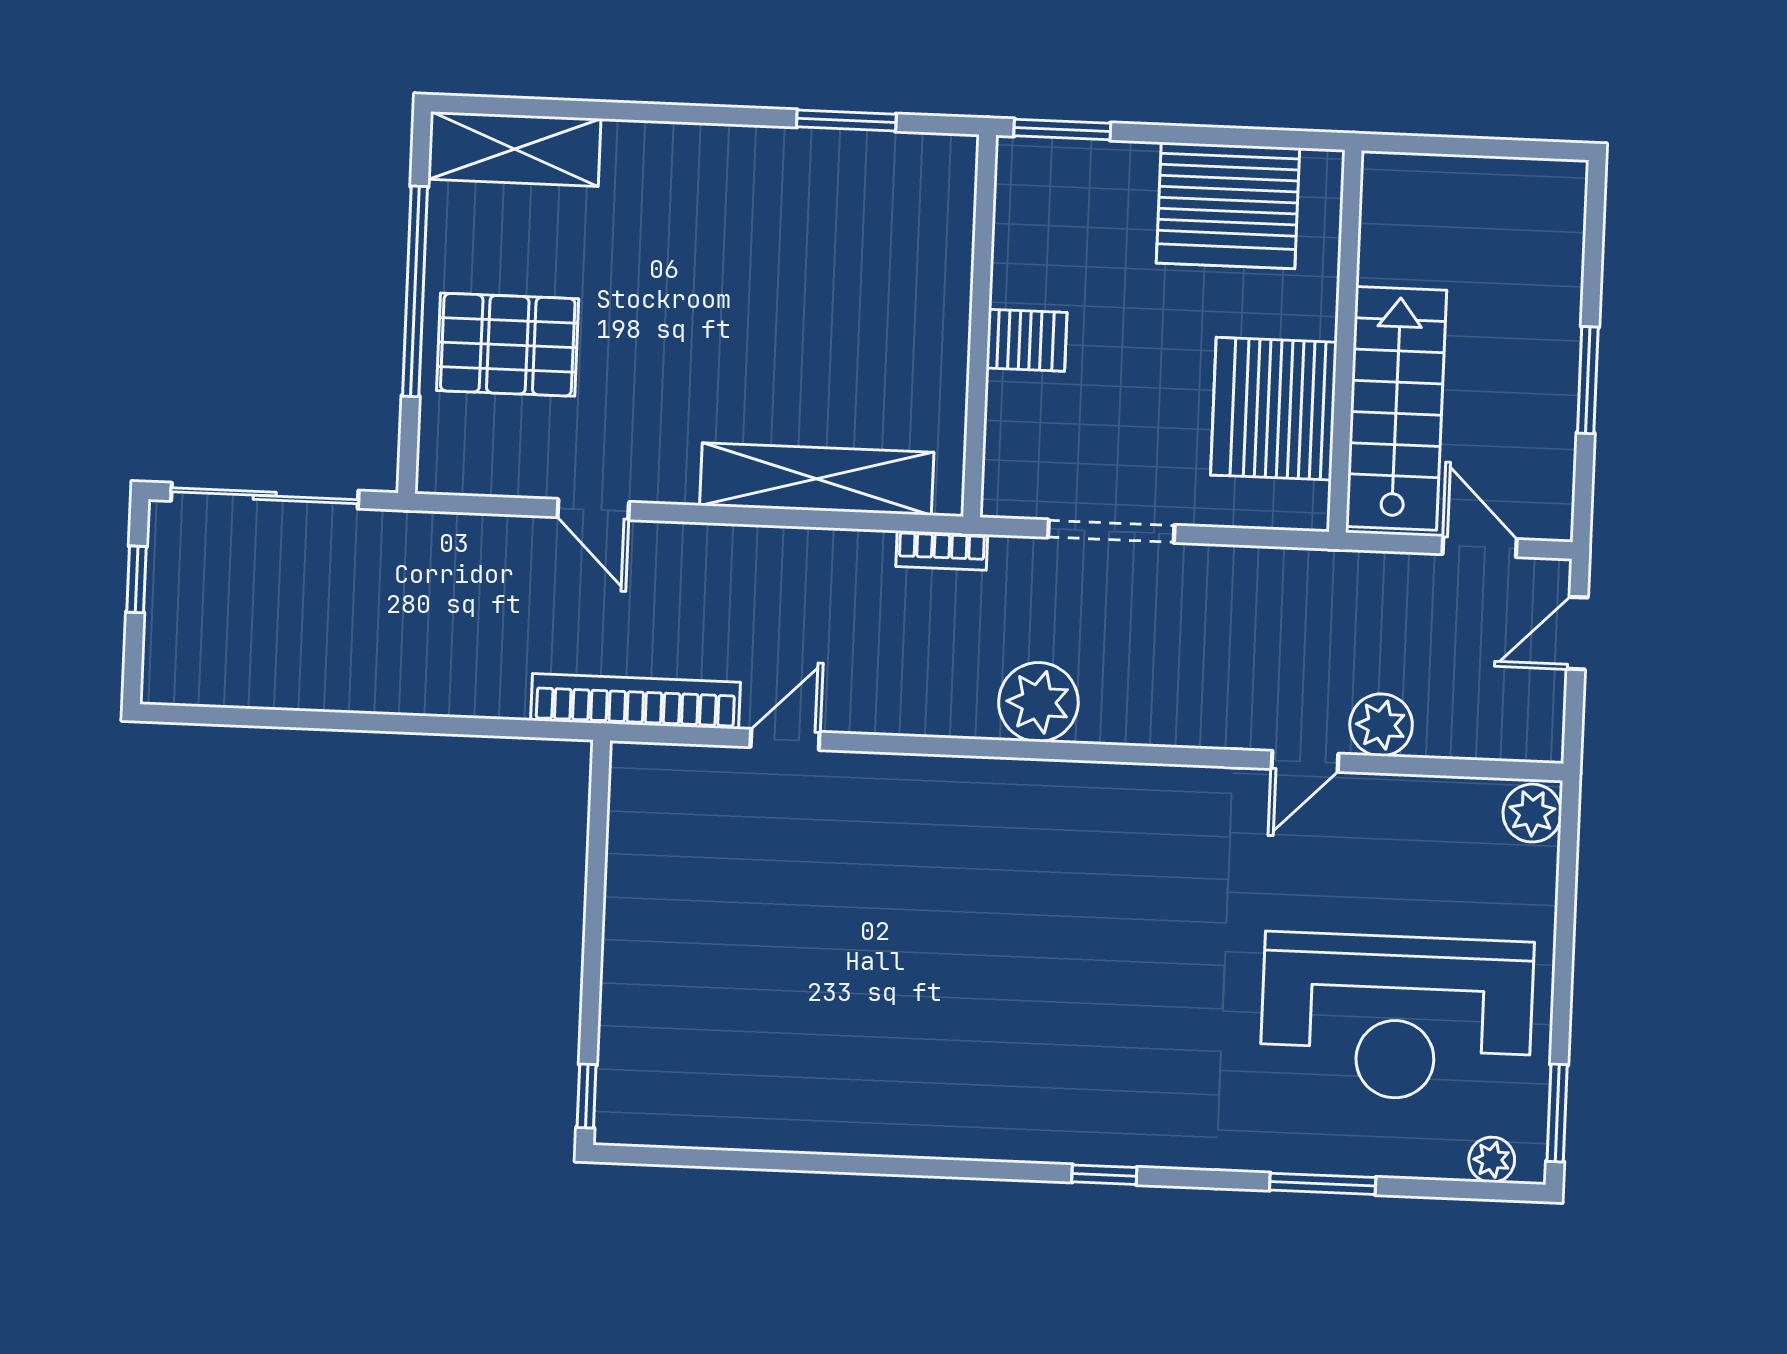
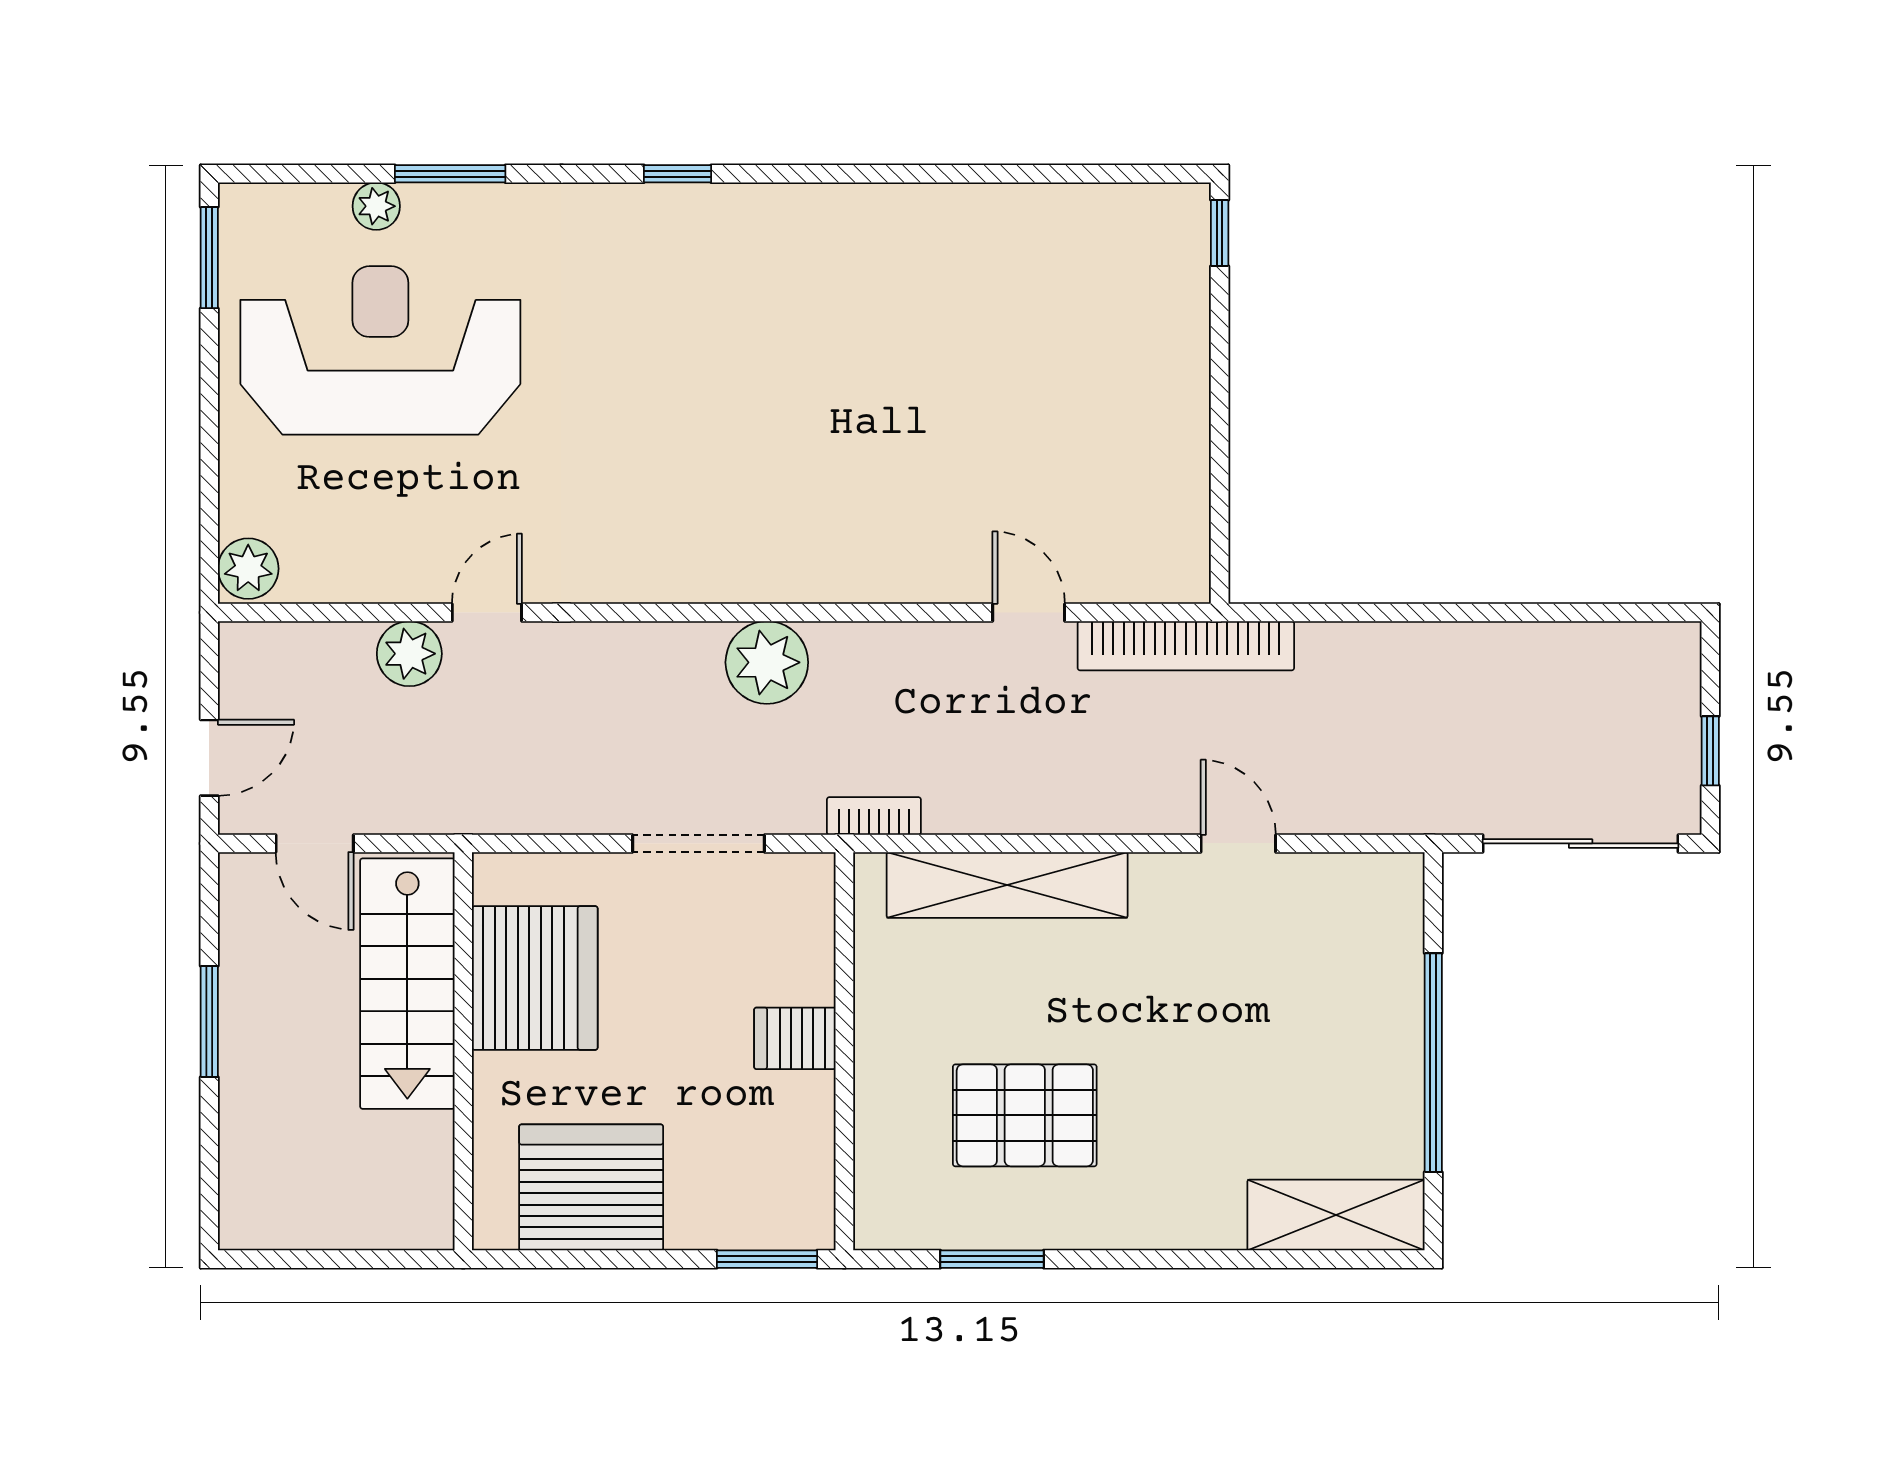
pallet: (508, 345) -> (1025, 1115), moved
door: (785, 740) -> (1029, 613), swing flipped
plant: (1492, 1160) -> (376, 206), moved

